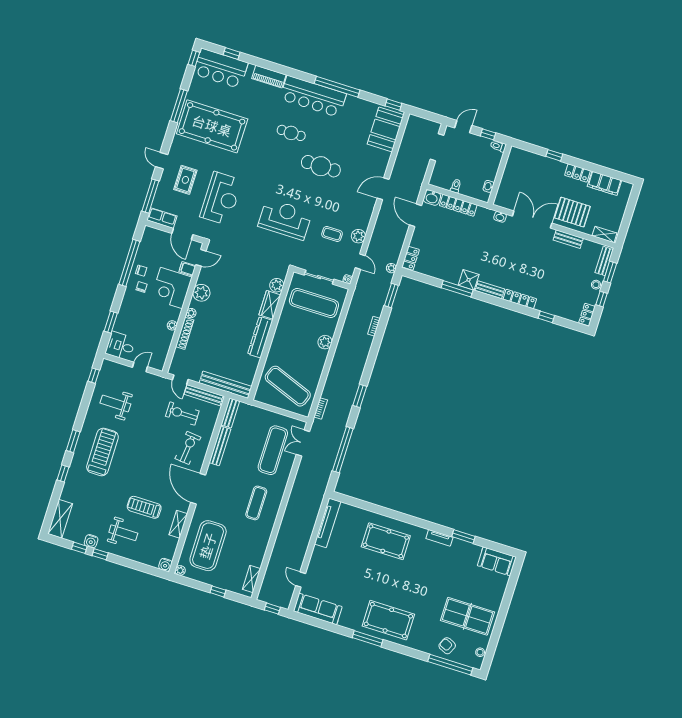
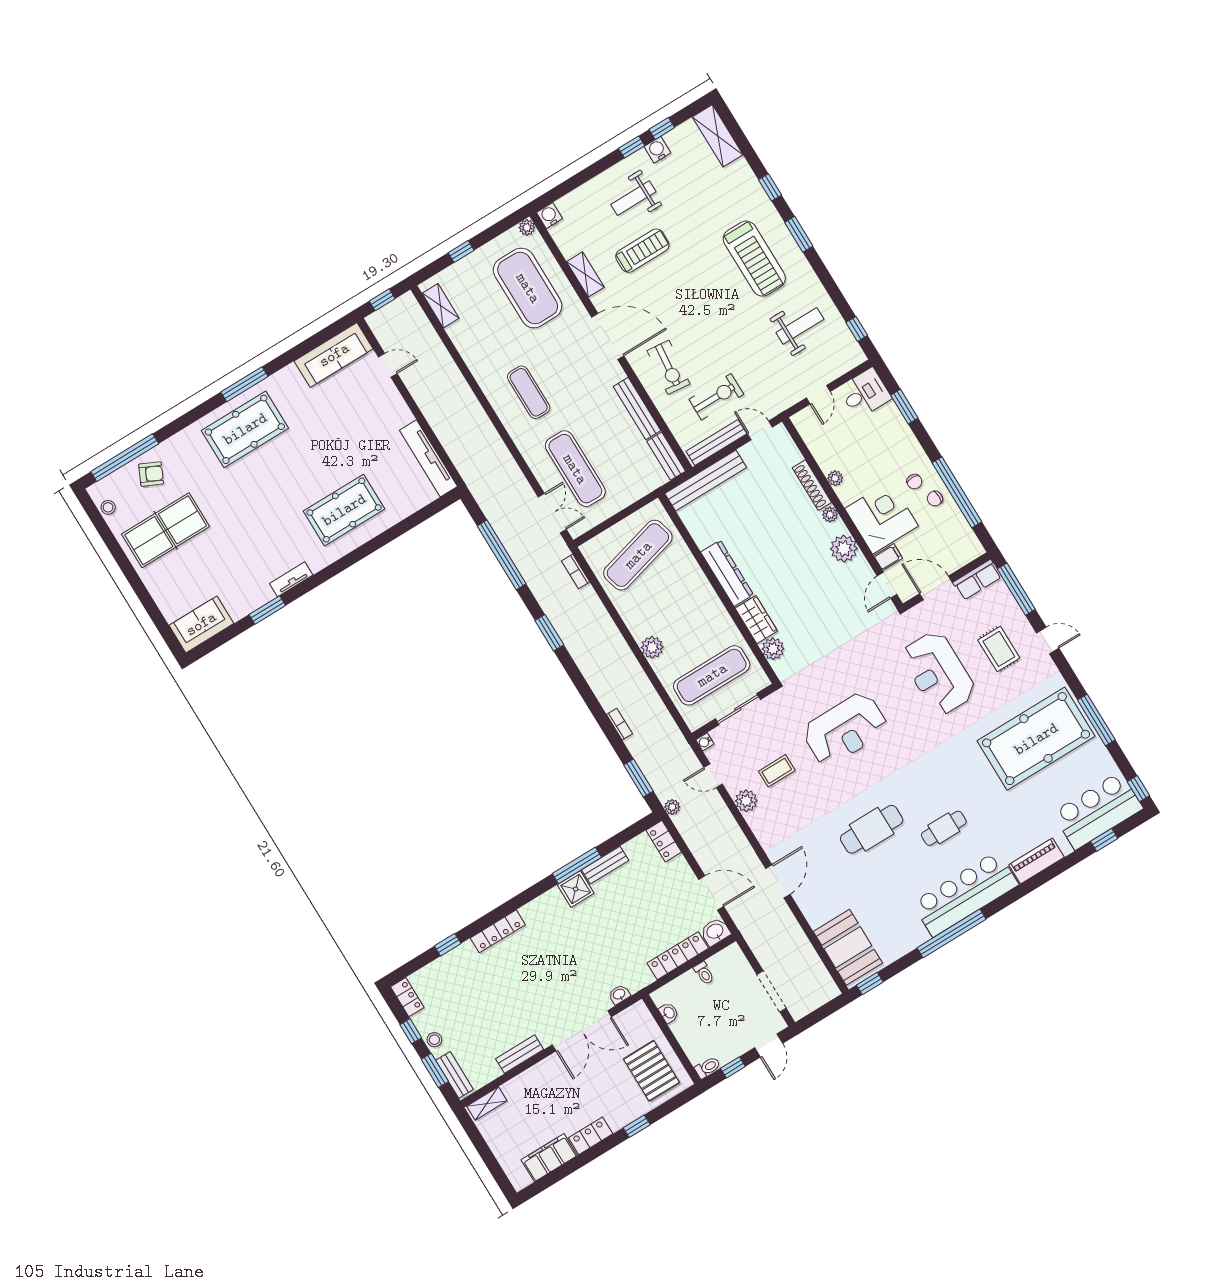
pallet: (572, 212) -> (651, 1071), moved, turned 90
bench: (490, 290) -> (605, 865), moved
exercise mat: (288, 386) -> (638, 555), turned -36

